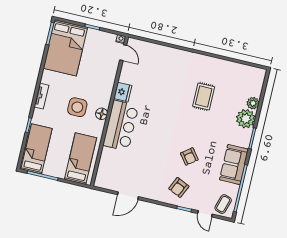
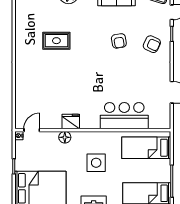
floor lamp: (102, 114) -> (65, 137), moved
bar counter: (121, 126) -> (124, 116), moved
armchair: (189, 156) -> (119, 41), turned 117

